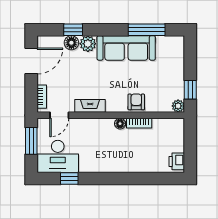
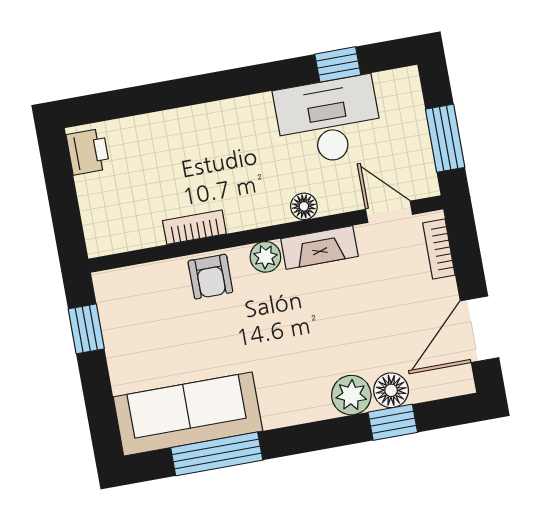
sofa: (126, 48) -> (188, 414), moved
plant: (178, 106) -> (265, 257), moved
door: (59, 115) -> (389, 212), hinge flipped
floor lamp: (120, 124) -> (304, 206), moved
desk: (58, 156) -> (328, 121), moved

